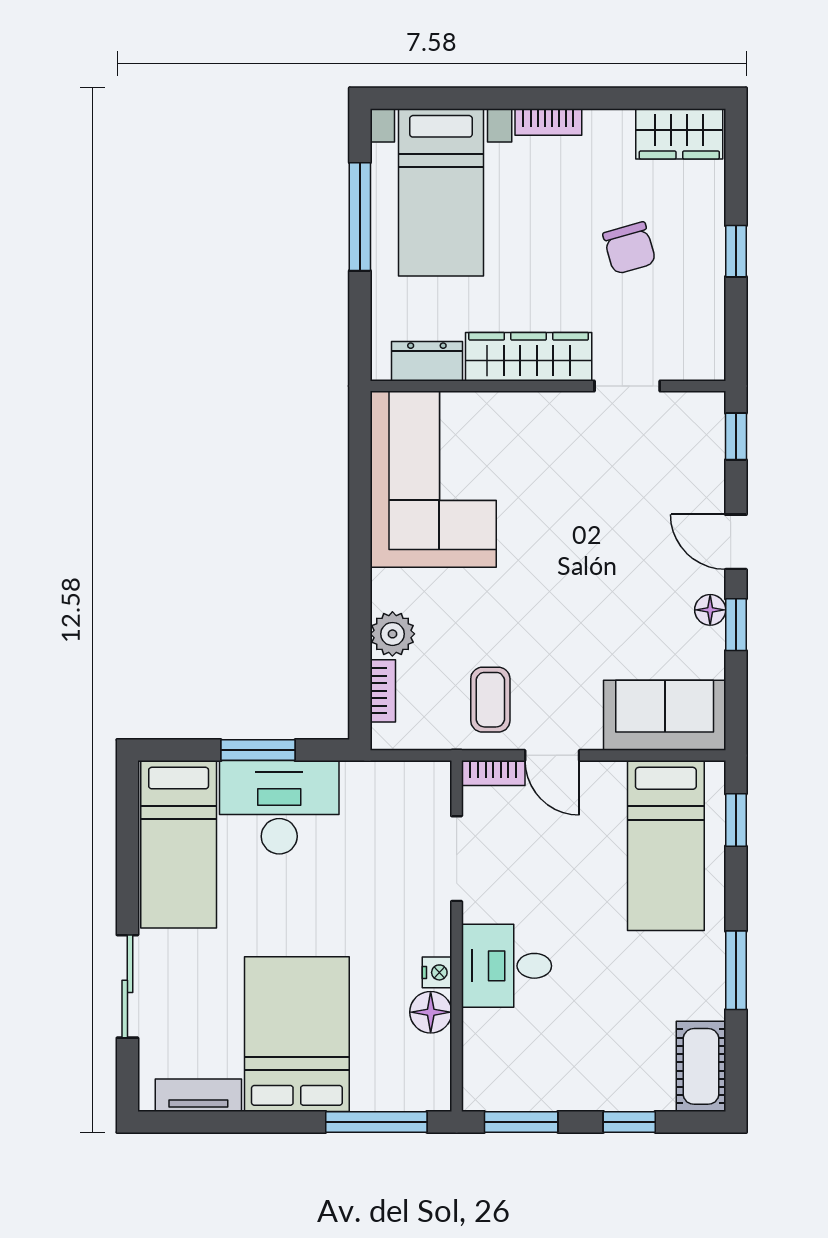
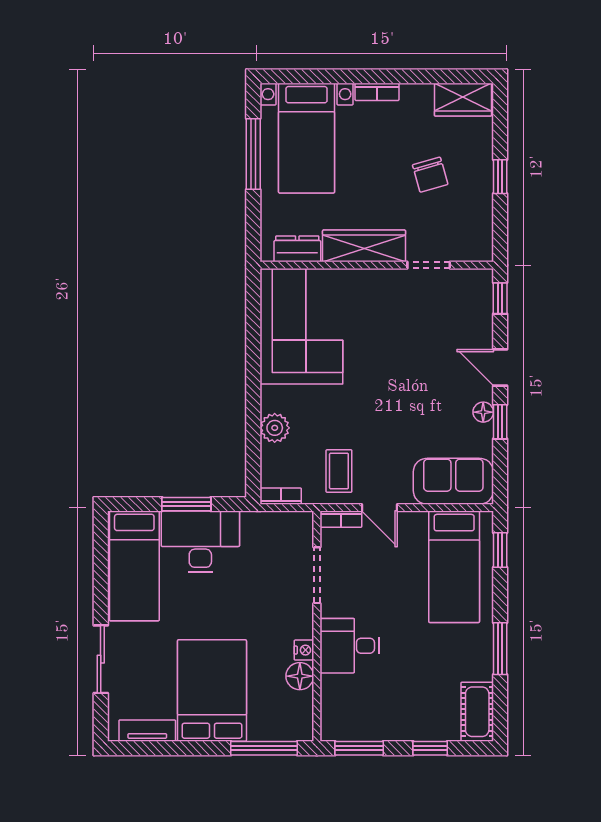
bookcase: (383, 691) -> (281, 496), moved, turned -90

